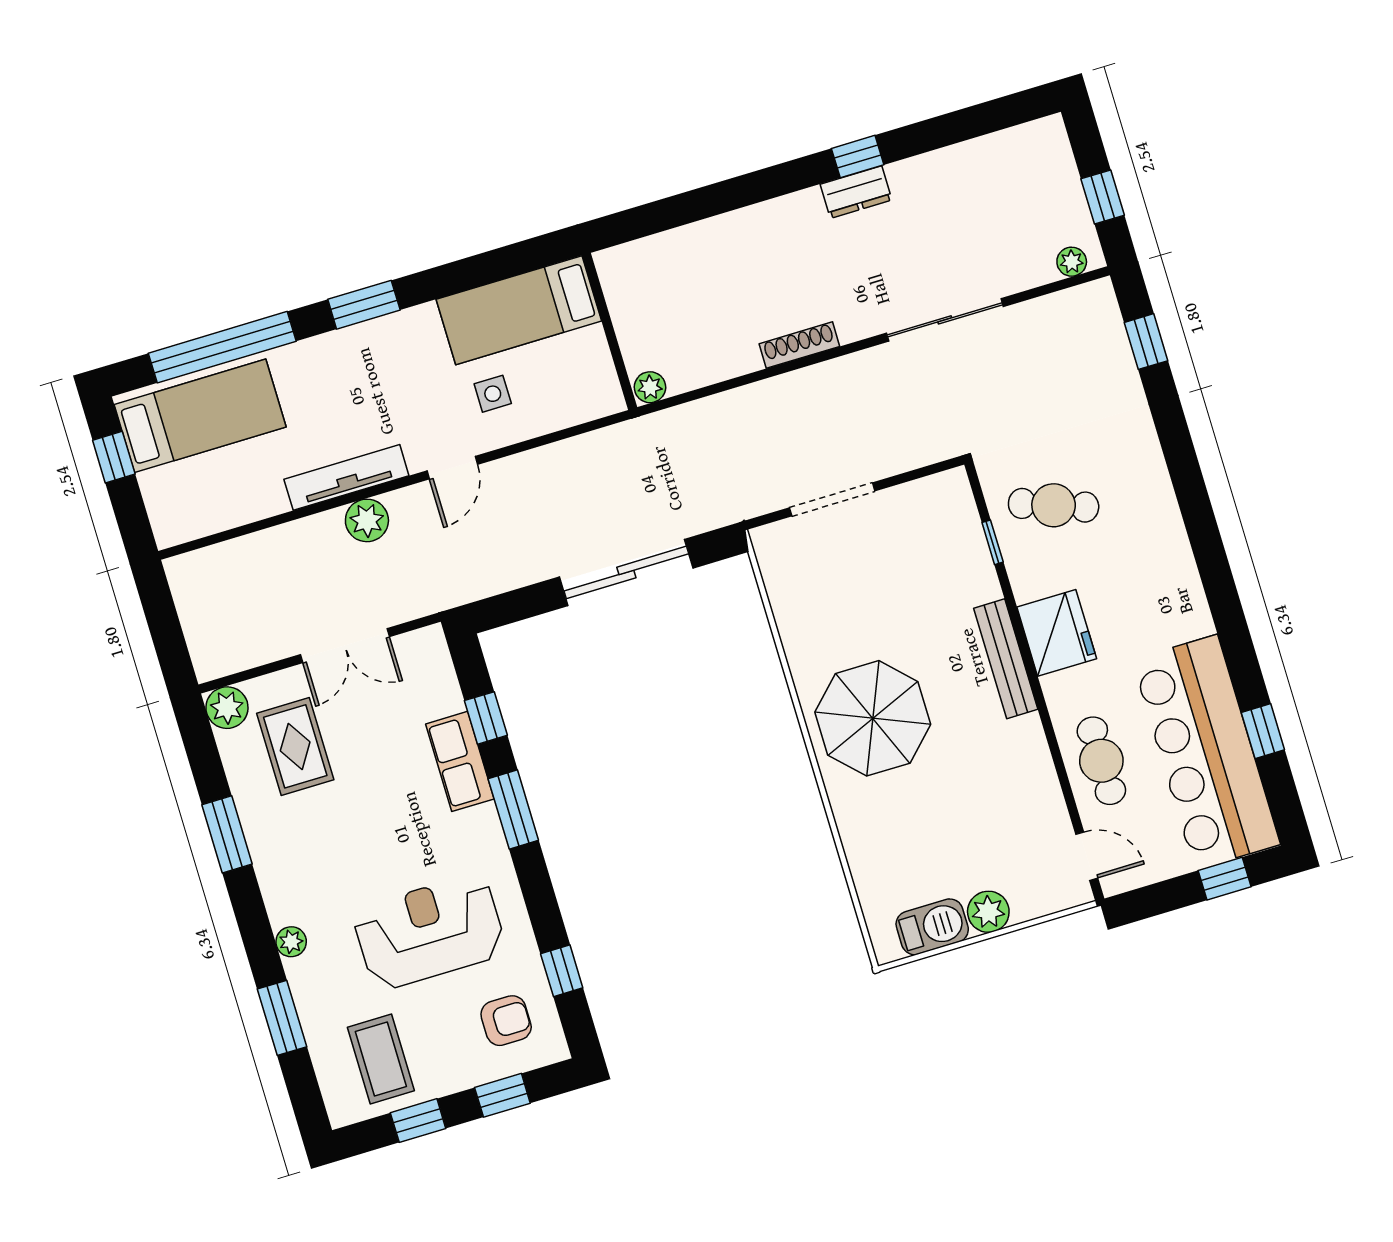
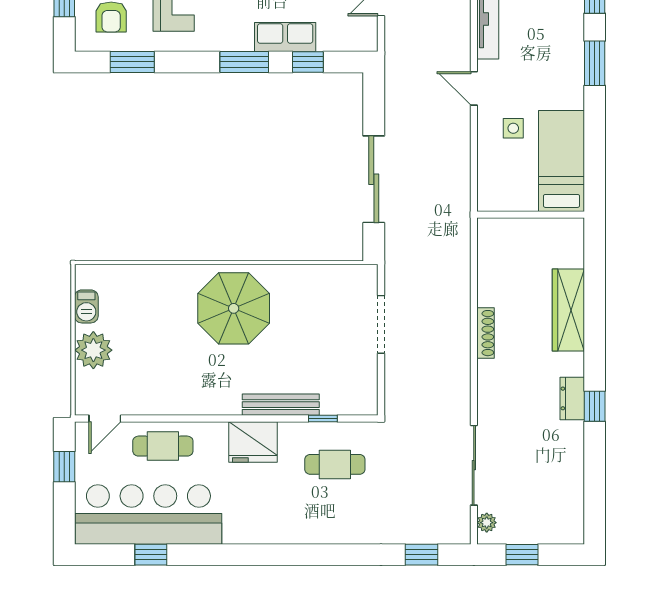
wardrobe: (731, 236) -> (568, 310), added
sliding door: (945, 320) -> (474, 465), moved
plant: (650, 387) -> (487, 230), removed
cafe table: (1054, 505) -> (335, 464), turned 70
plant: (367, 520) -> (457, 24), removed
bench: (1006, 659) -> (281, 405), moved
window: (1225, 879) -> (64, 467), moved
plant: (988, 912) -> (93, 350), width x1.36, depth x1.36
barbecue: (932, 927) -> (86, 306), width x0.73, depth x0.79
window: (562, 971) -> (132, 62), width x1.50

